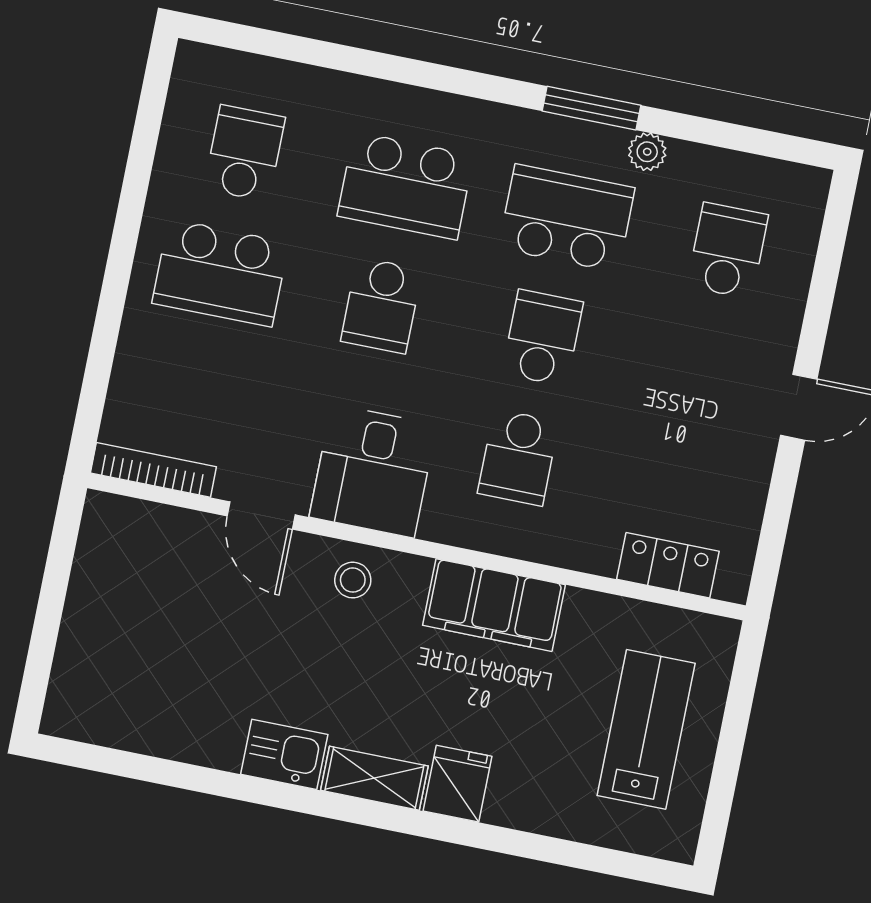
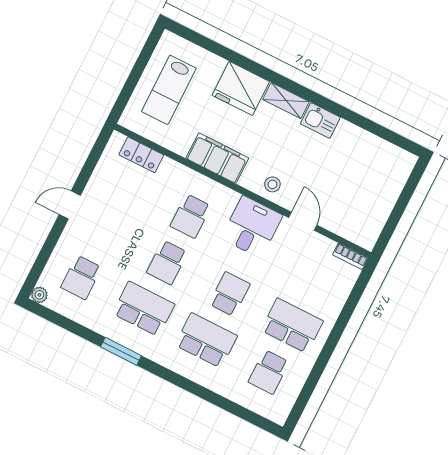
plant: (647, 152) -> (39, 295), moved
school desk: (567, 218) -> (144, 309), turned 180
school desk: (518, 457) -> (191, 216), turned 180
bookcase: (153, 470) -> (350, 256), width x0.64
fridge: (457, 784) -> (241, 88), width x1.88, depth x1.34

